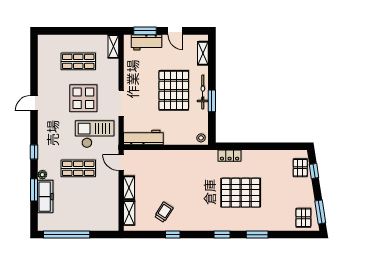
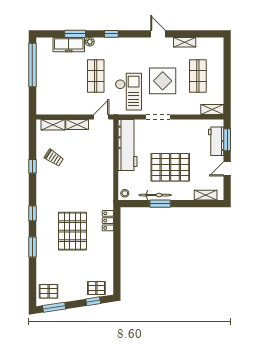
shelving: (43, 75) -> (185, 42), added
bicycle: (203, 92) -> (155, 195), moved
workbench: (143, 138) -> (127, 145), width x1.36, depth x1.32

